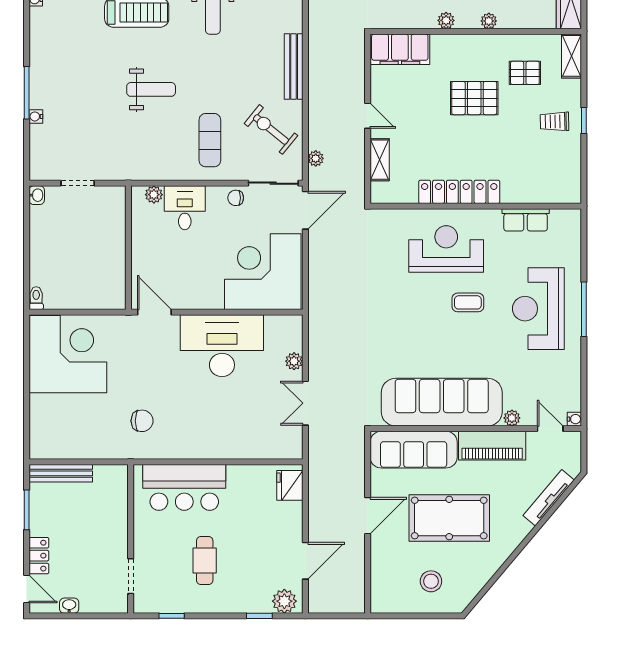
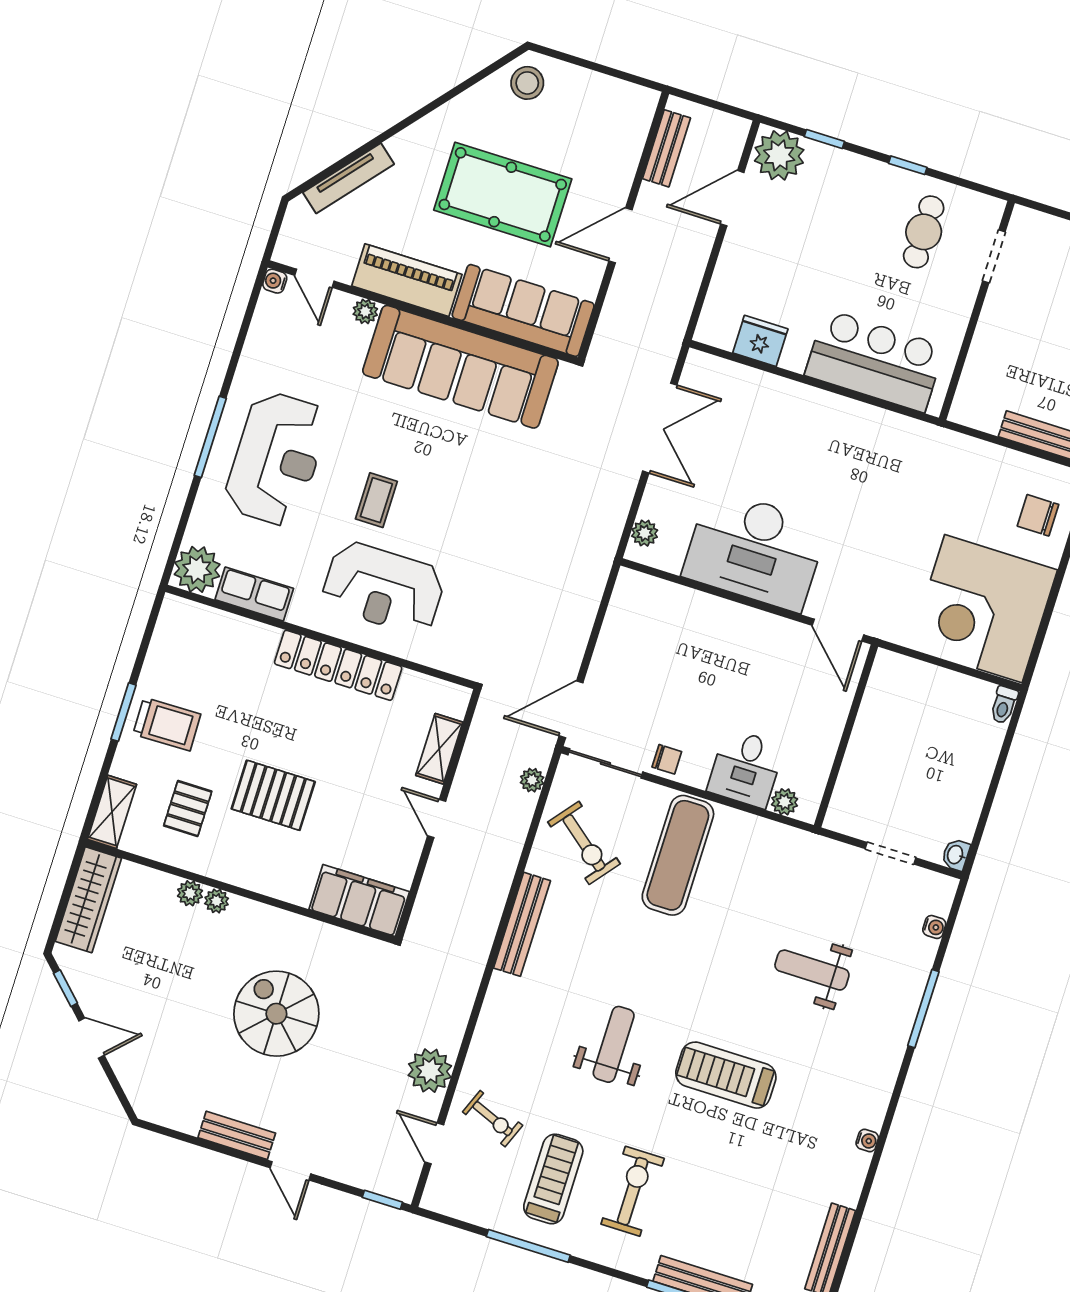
plant: (446, 20) -> (190, 893), moved
pallet: (525, 73) -> (188, 809), turned 90
weight bench: (151, 89) -> (812, 970), moved
water cooler: (36, 116) -> (934, 927), moved
trolley: (555, 121) -> (167, 724), width x1.36, depth x1.39
window: (584, 121) -> (123, 712), width x1.50
exercise mat: (210, 140) -> (678, 855), width x1.36, depth x1.45
plant: (566, 224) -> (197, 569), added
corner desk: (263, 272) -> (661, 639), removed
coffee table: (468, 302) -> (376, 500), turned 90
plant: (294, 361) -> (645, 533), moved
double door: (305, 403) -> (660, 428), width x1.37
chair: (142, 421) -> (1038, 515), moved
fridge: (290, 485) -> (760, 341), moved, turned -90
cafe table: (205, 561) -> (924, 232), moved
bench: (356, 579) -> (666, 148), added
stool: (431, 581) -> (527, 83), moved
plant: (284, 601) -> (779, 155), width x1.36, depth x1.36
window: (172, 616) -> (908, 165), moved

